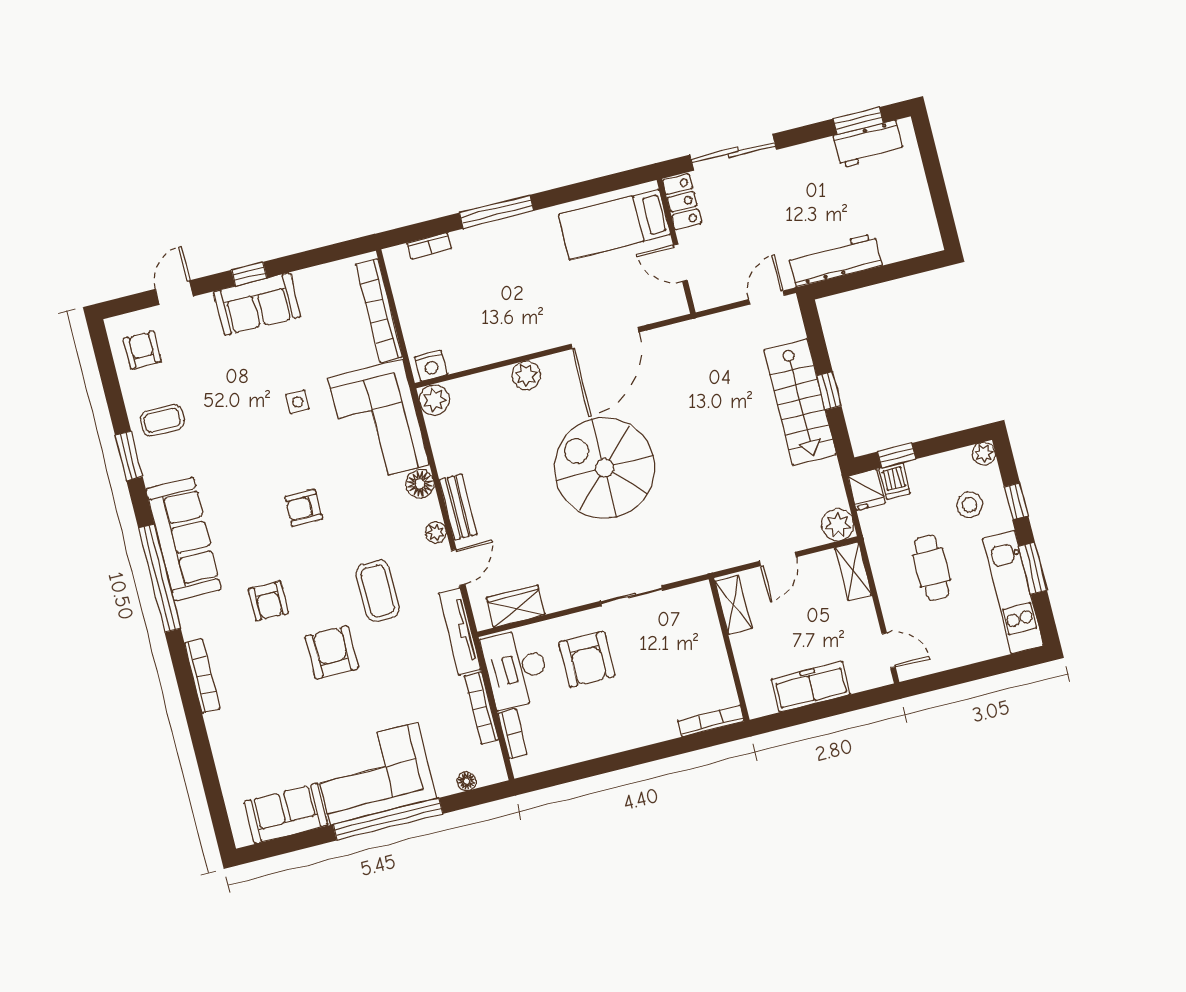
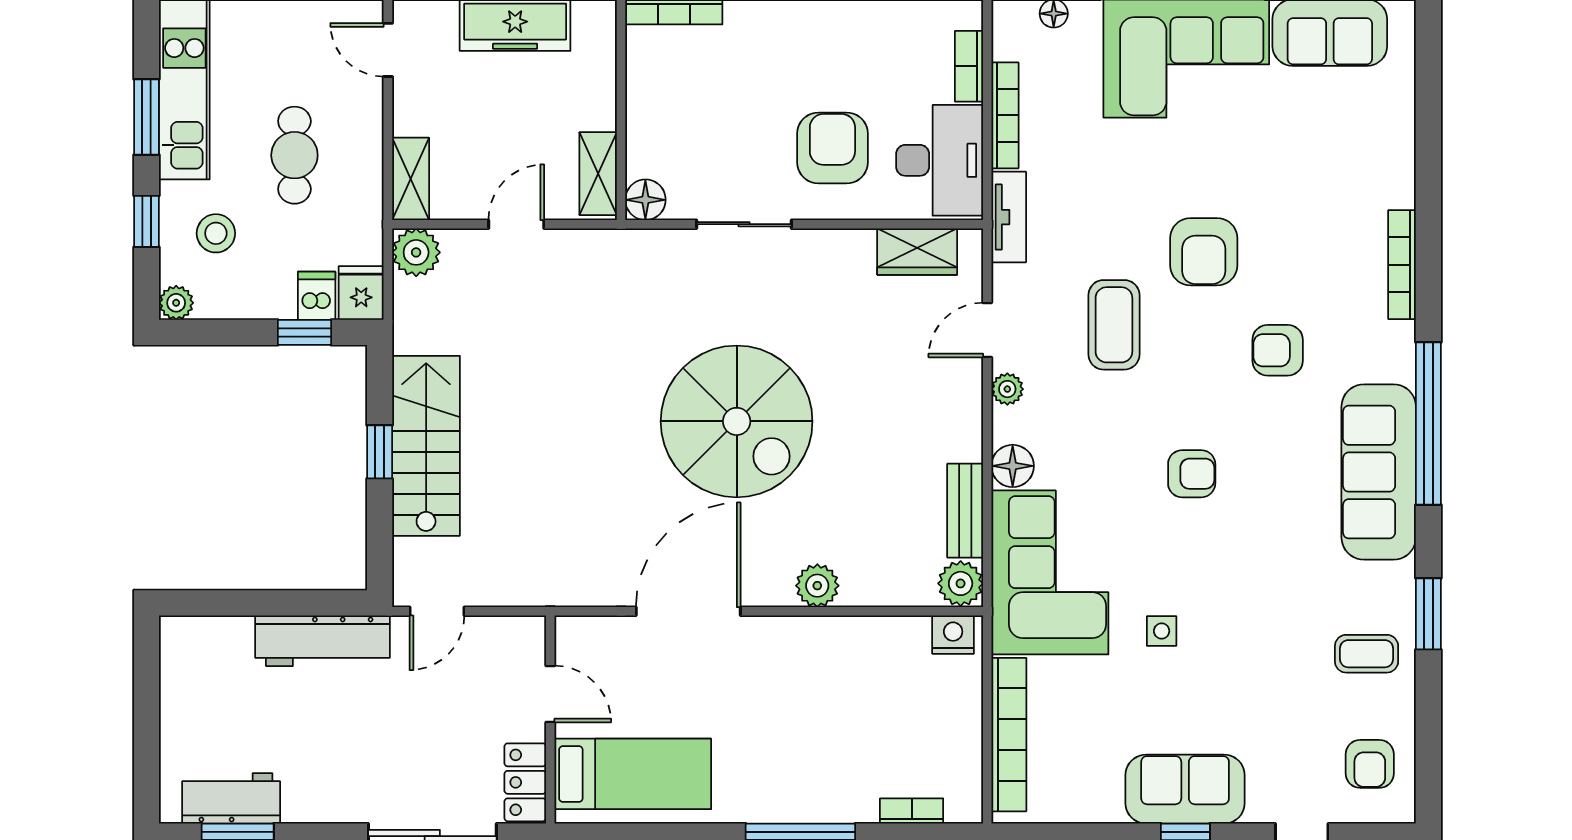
bench: (458, 507) -> (965, 511), moved
floor lamp: (699, 596) -> (645, 200), added
armchair: (268, 601) -> (1278, 350), turned -90
tv unit: (460, 631) -> (1009, 217), width x0.71

